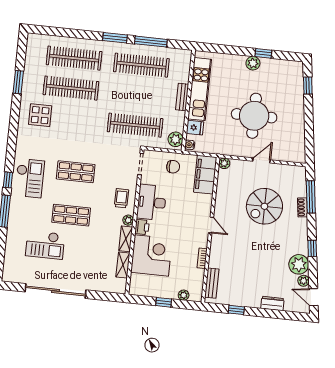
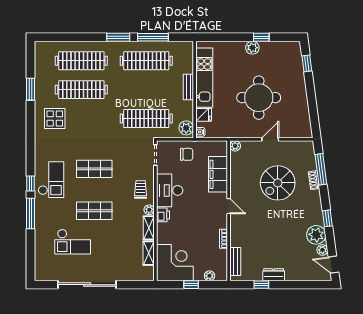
filing cabinet: (205, 175) -> (218, 174), moved
corner desk: (151, 255) -> (175, 263), moved
dresser: (272, 303) -> (274, 275), moved

